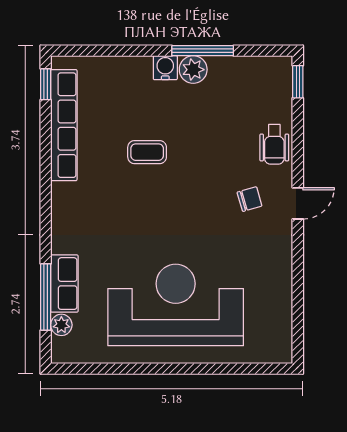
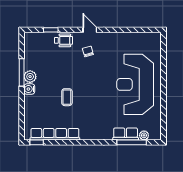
window: (298, 82) -> (51, 30), moved

